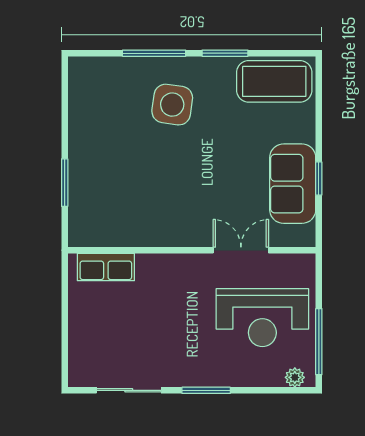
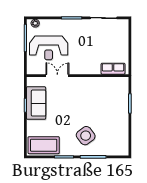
side table: (172, 105) -> (86, 136), turned 45
double door: (241, 250) -> (57, 76), swing flipped
reception desk: (262, 318) -> (49, 48), turned 180

